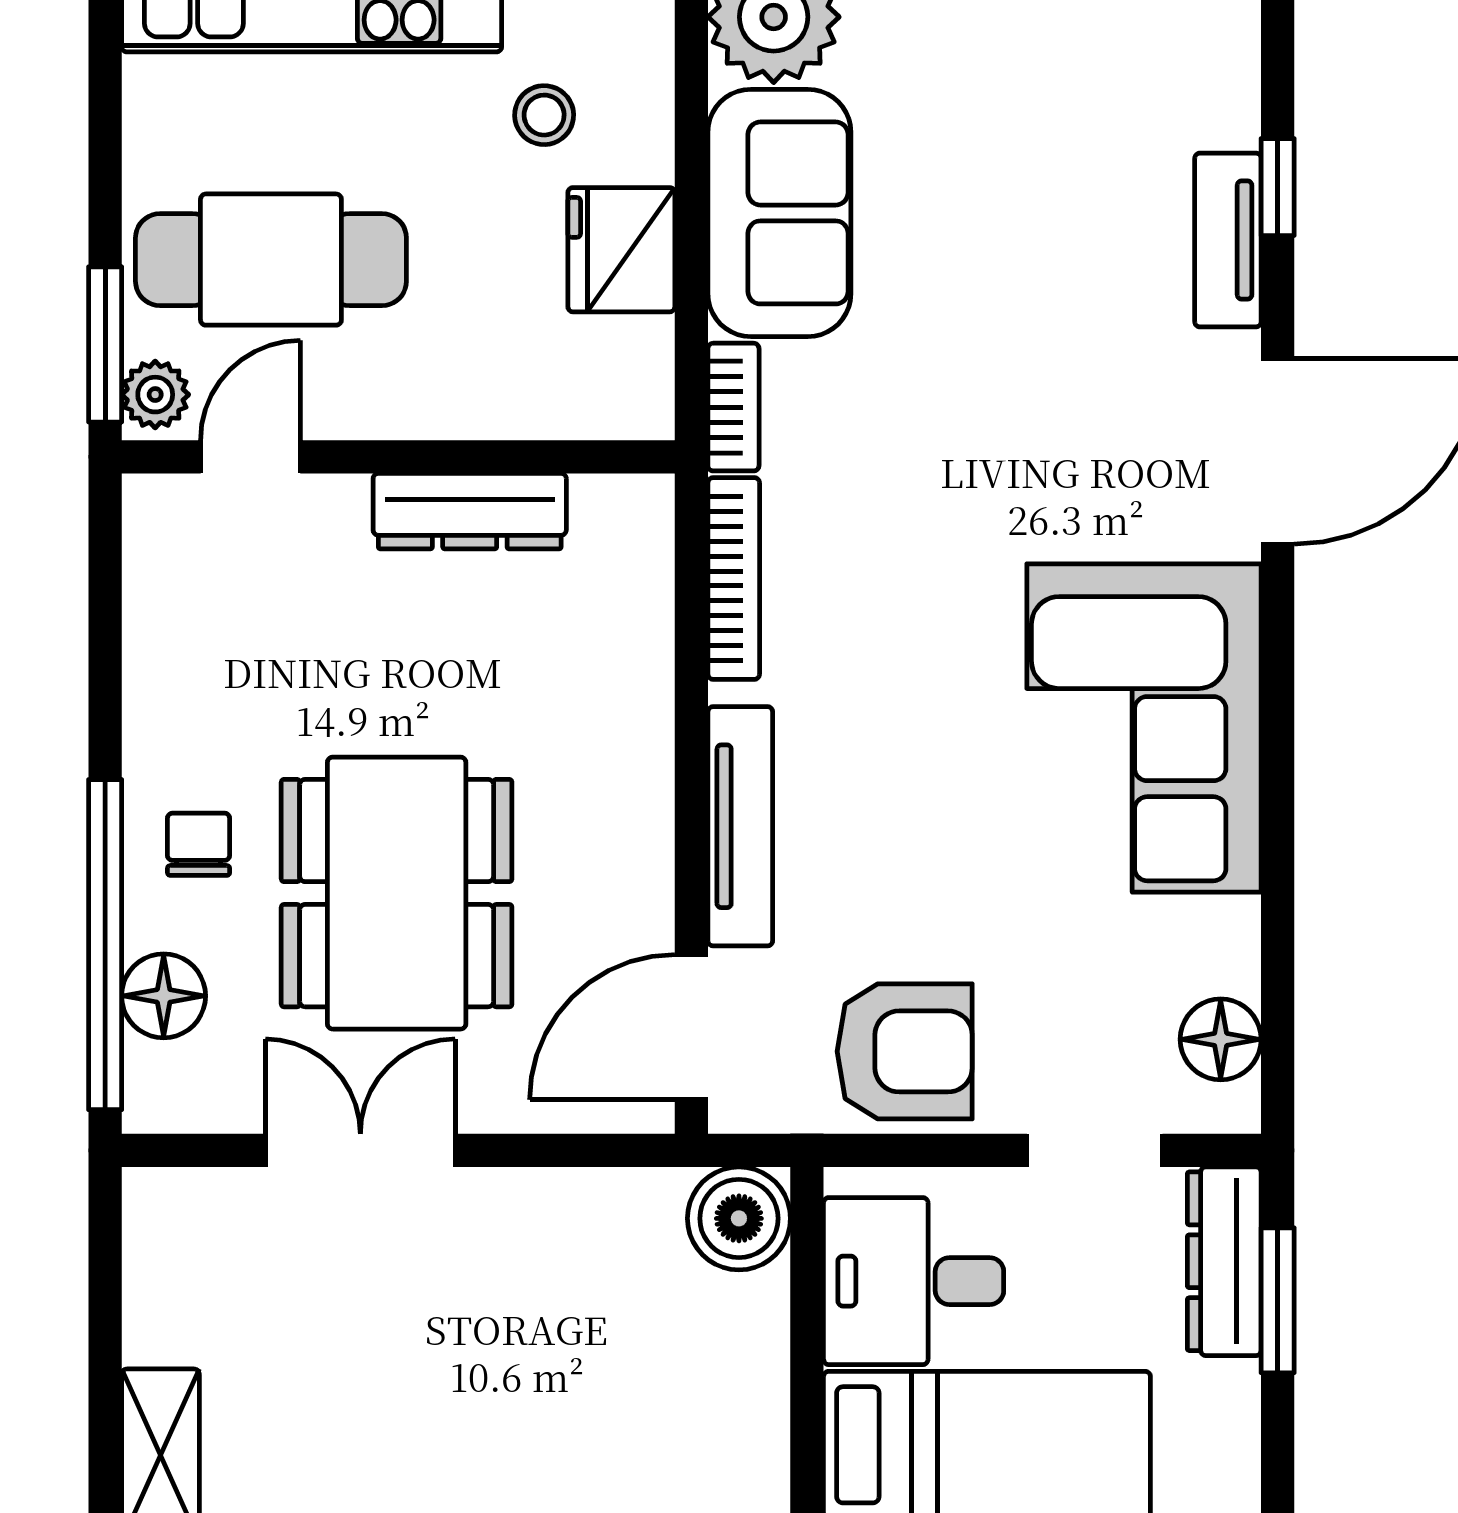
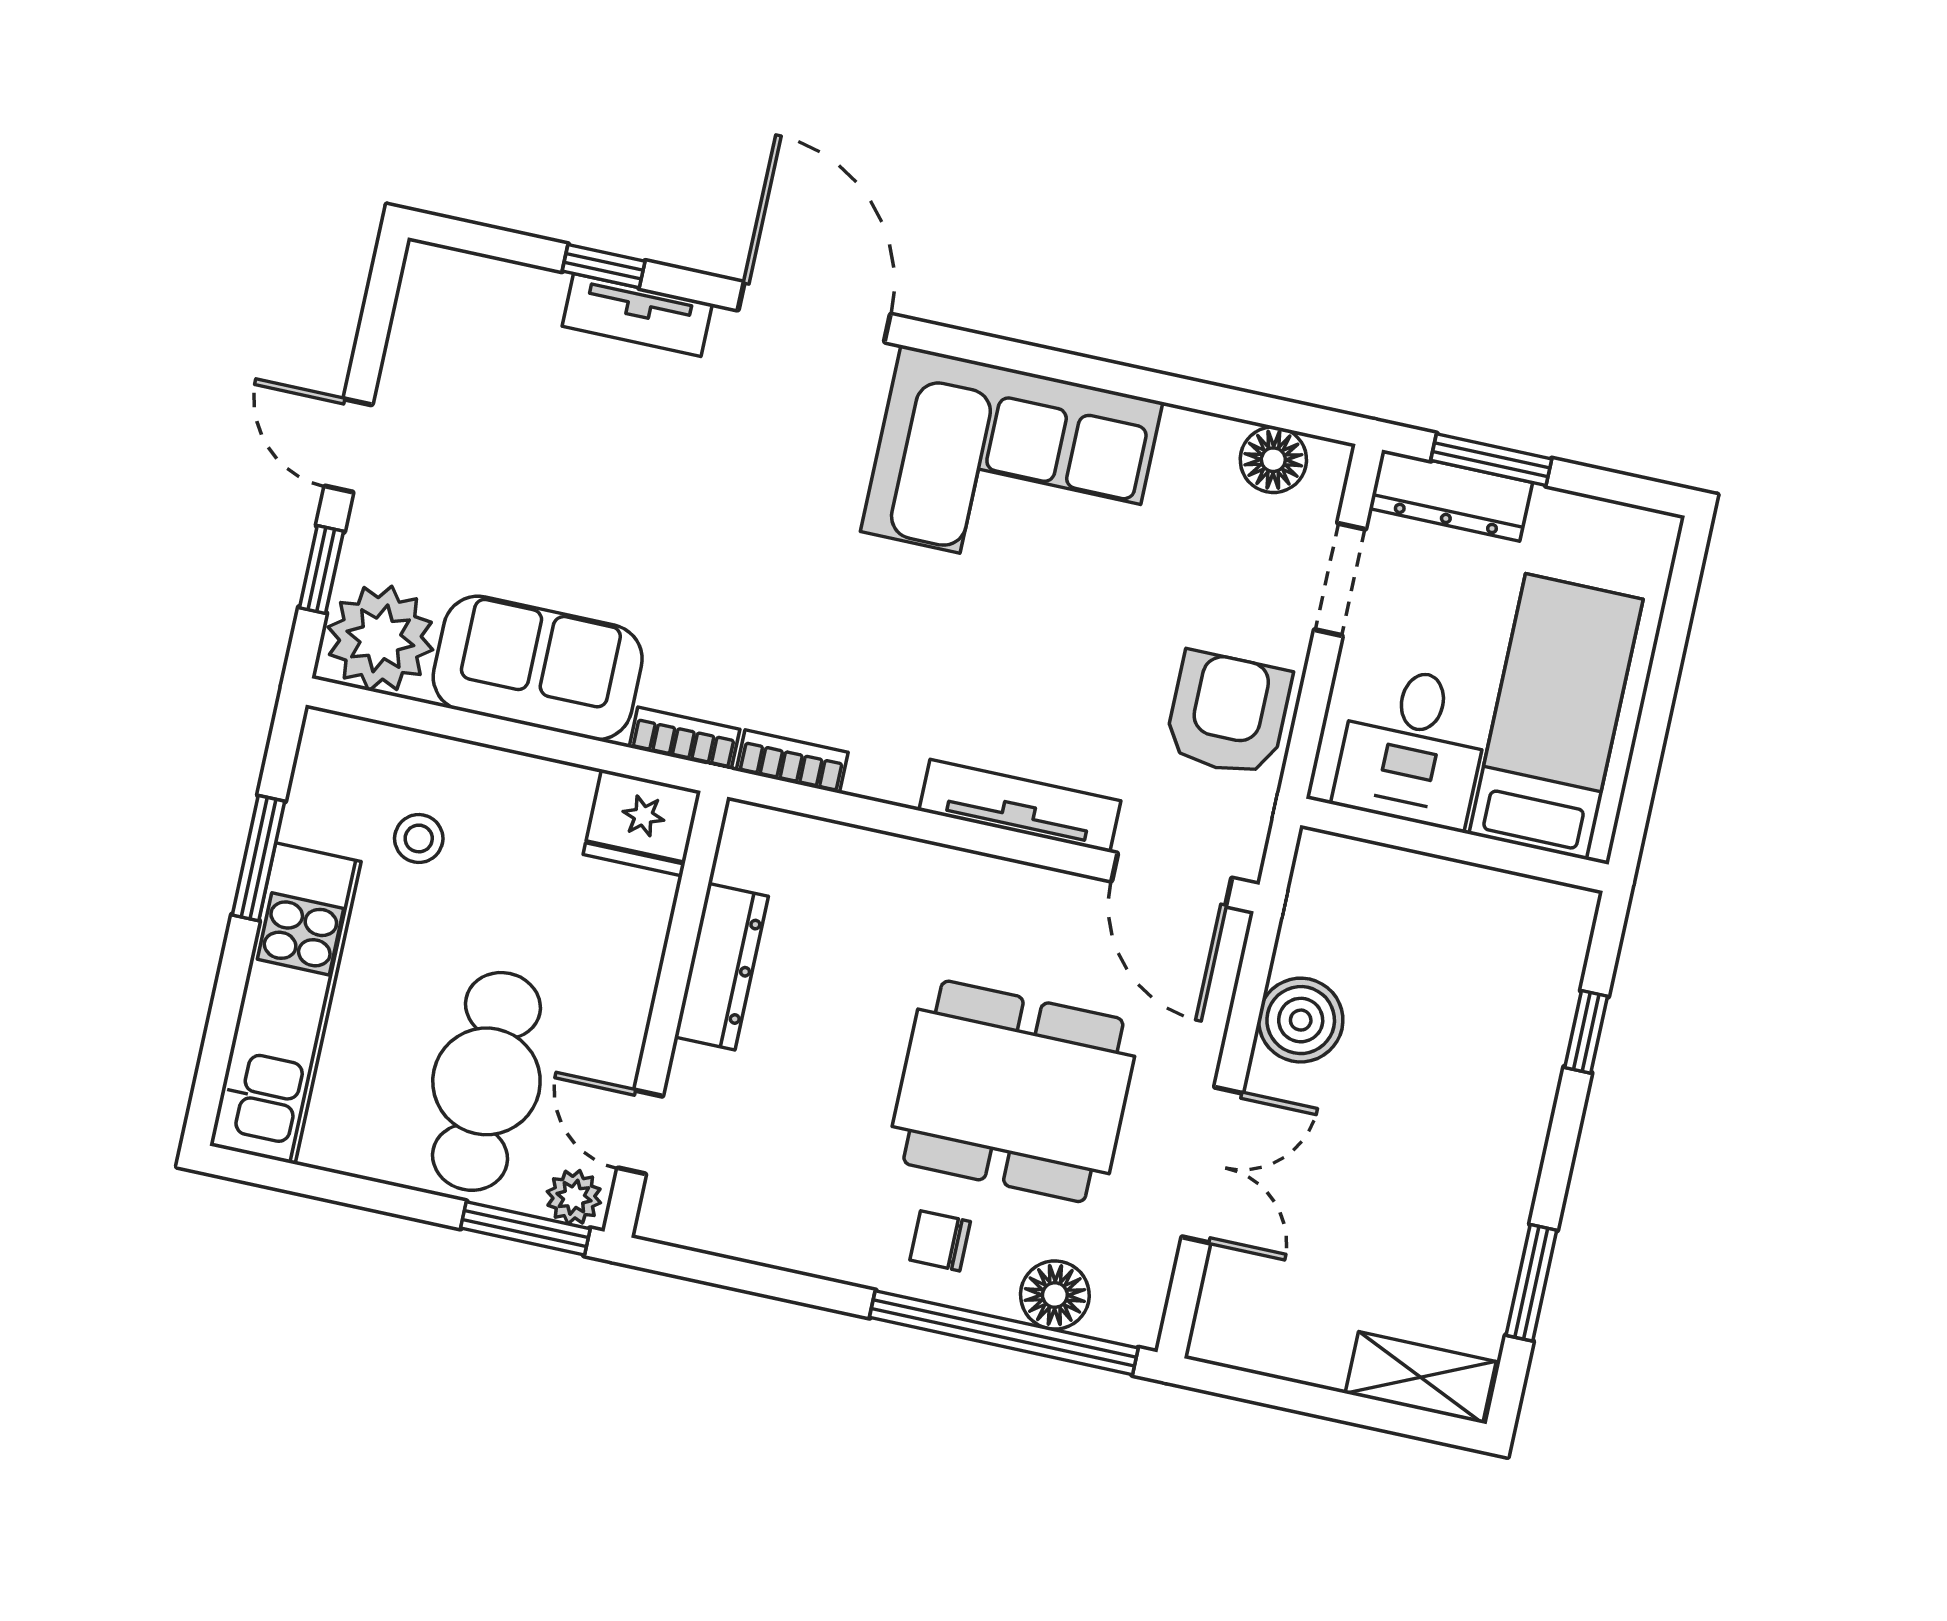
fridge: (621, 250) -> (642, 823), moved
bookcase: (734, 578) -> (792, 762), width x0.64
double door: (360, 1150) -> (1212, 1165), swing flipped
boiler: (739, 1218) -> (1301, 1020), moved

